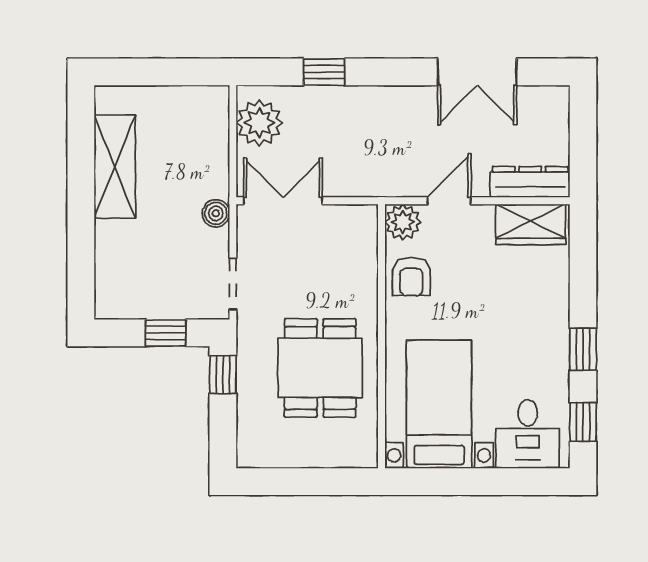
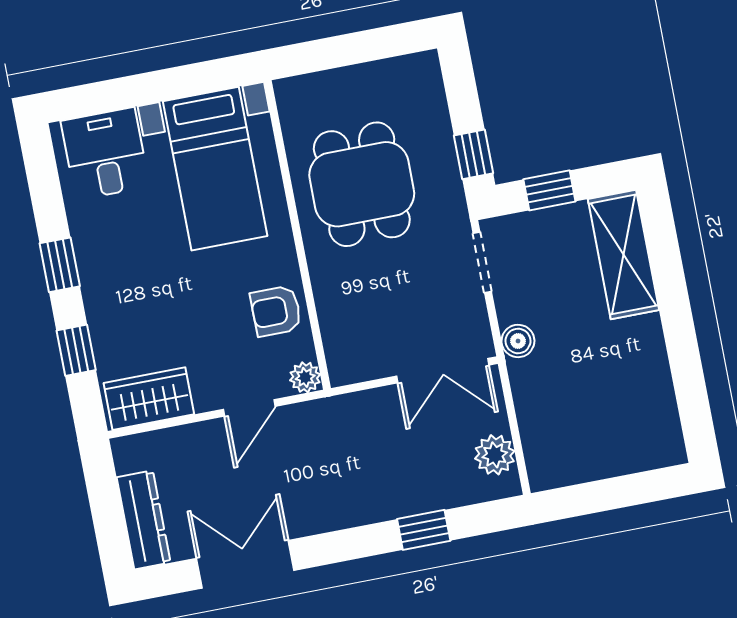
plant: (259, 123) -> (495, 455), width x0.73, depth x0.73
shelving: (115, 167) -> (623, 254), moved
dresser: (530, 182) -> (144, 520), moved, turned -90
plant: (403, 222) -> (305, 377), width x0.73, depth x0.73
armchair: (411, 277) -> (276, 311), turned -90
window: (583, 422) -> (76, 350), moved

